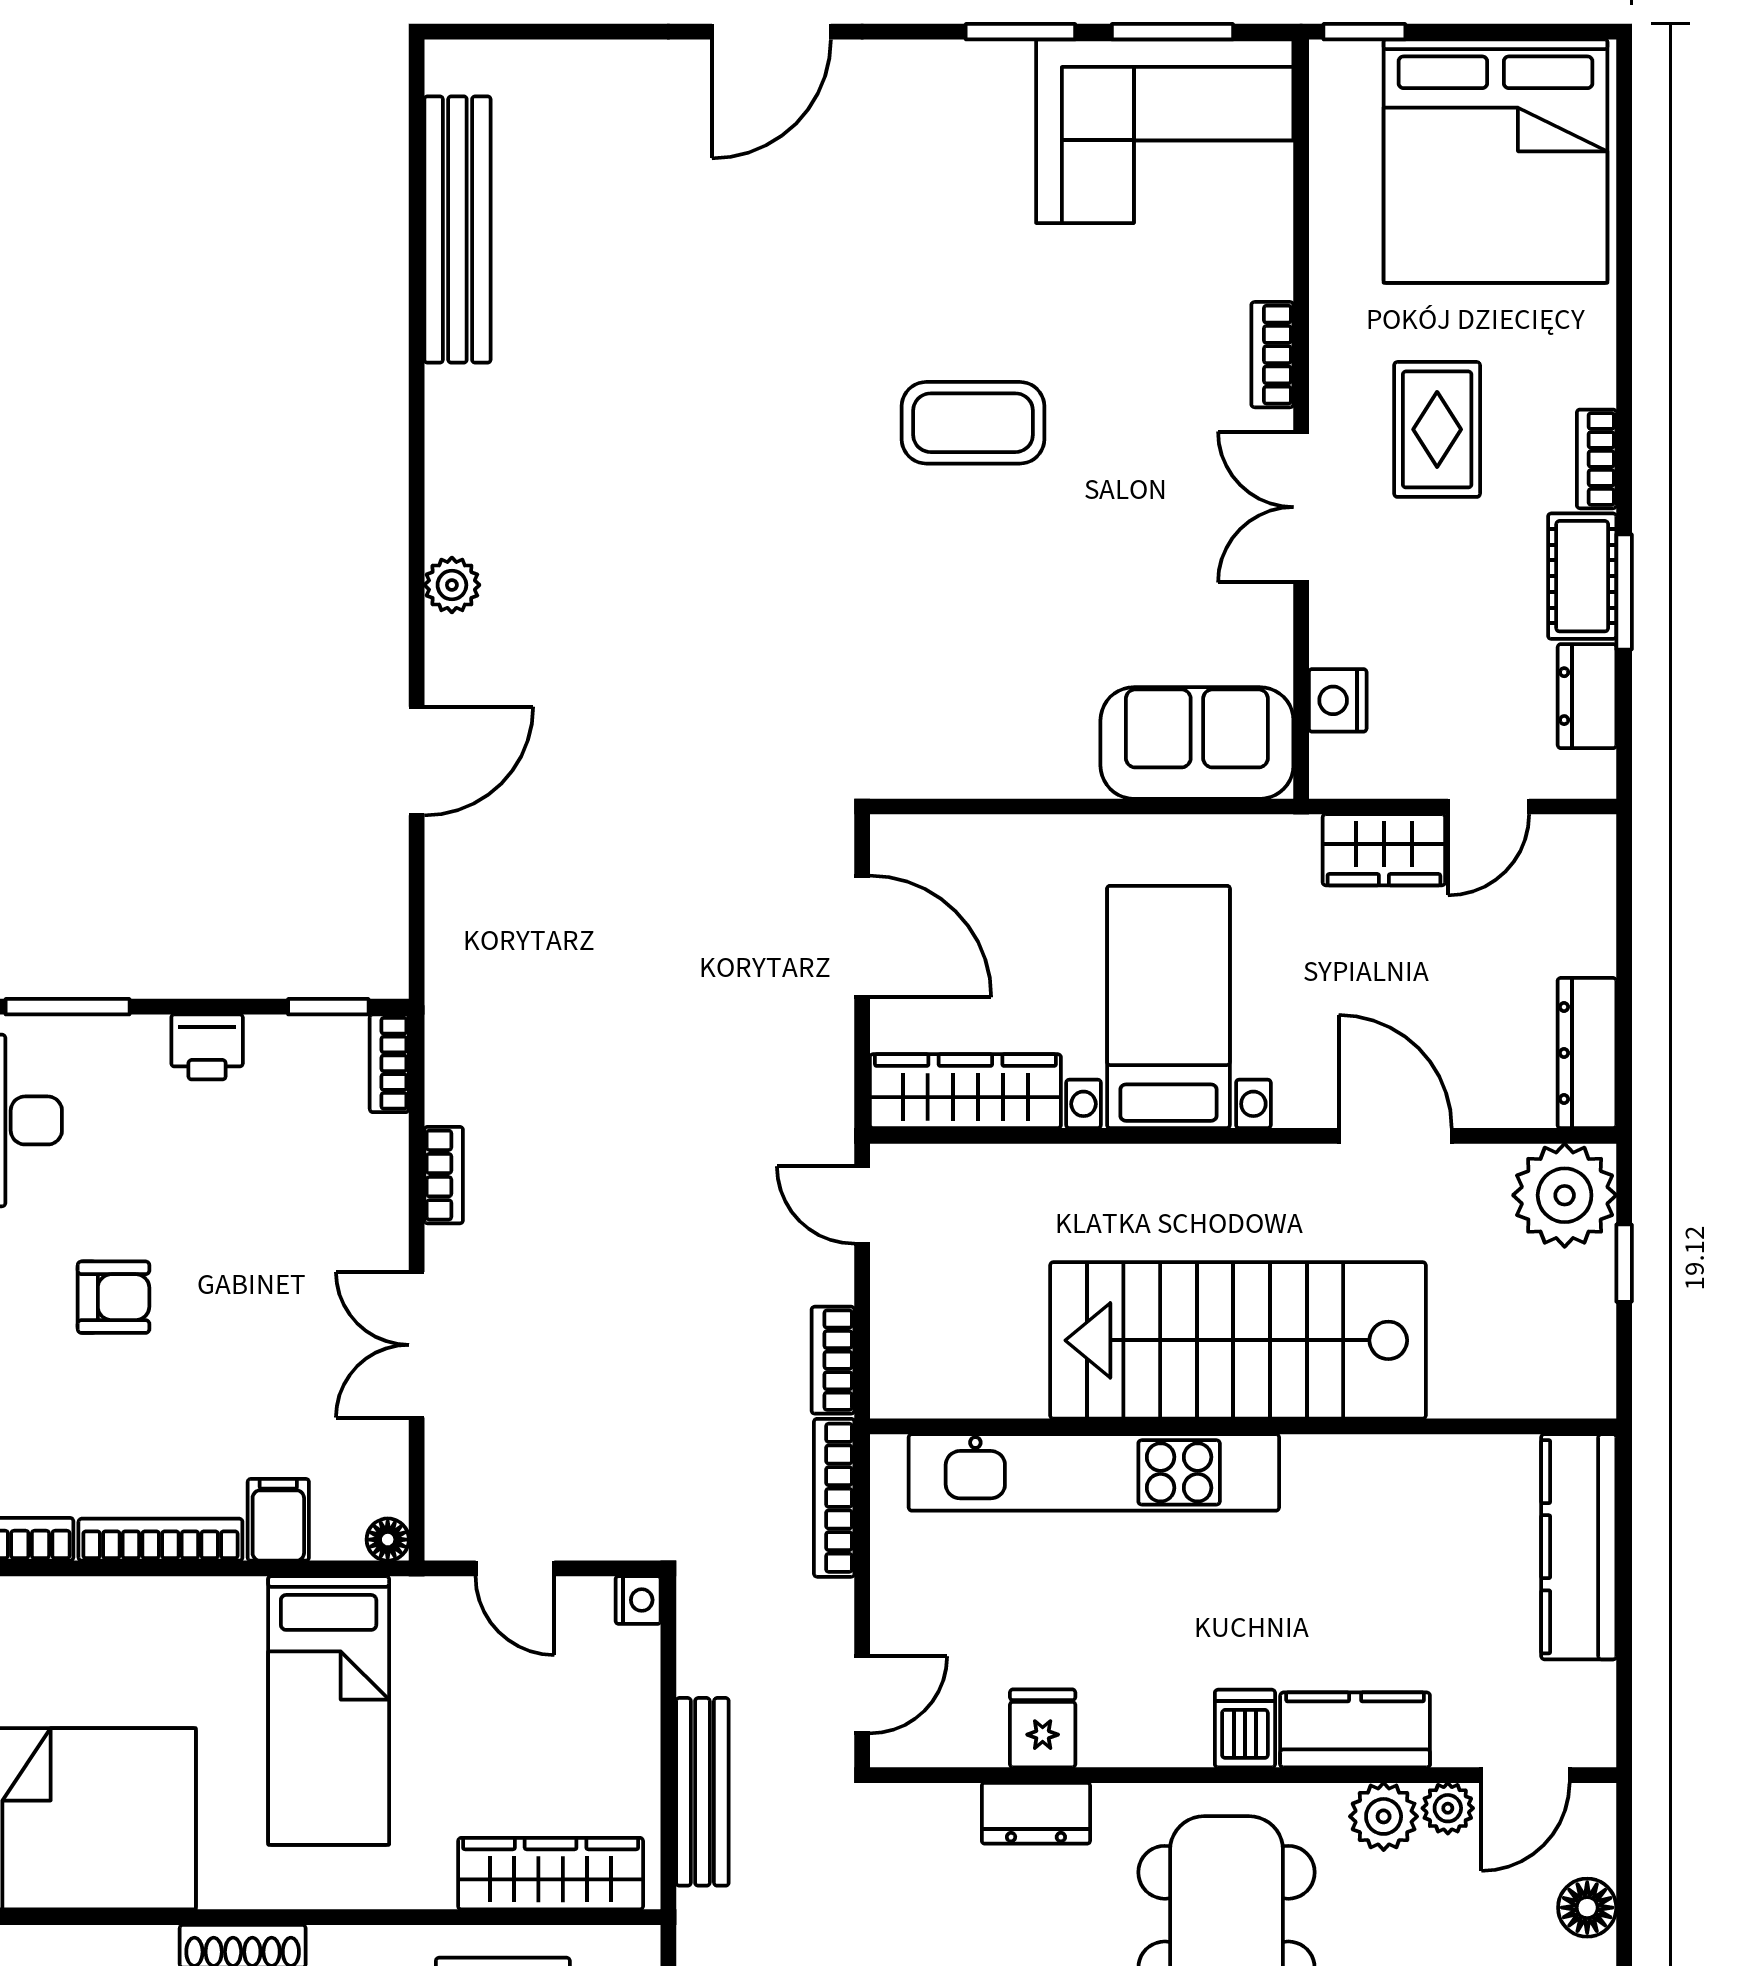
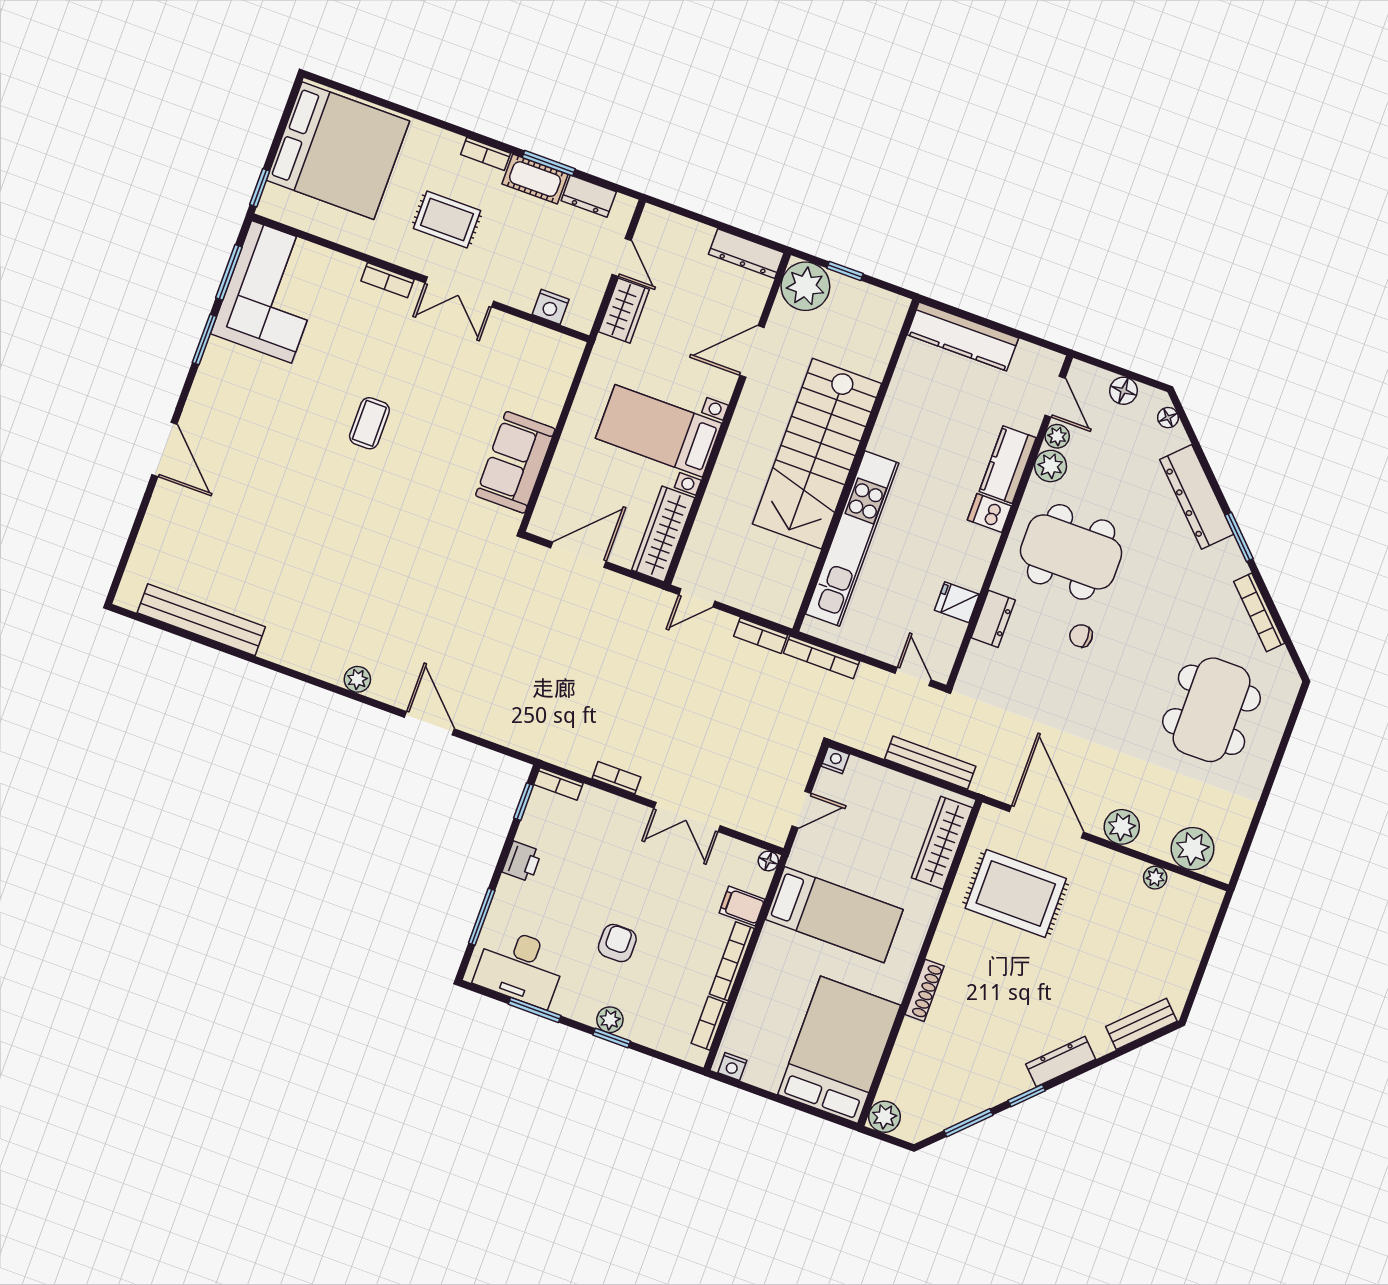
coffee table: (973, 423) -> (369, 423), width x0.73, depth x0.77
sofa: (1197, 743) -> (515, 462), moved

